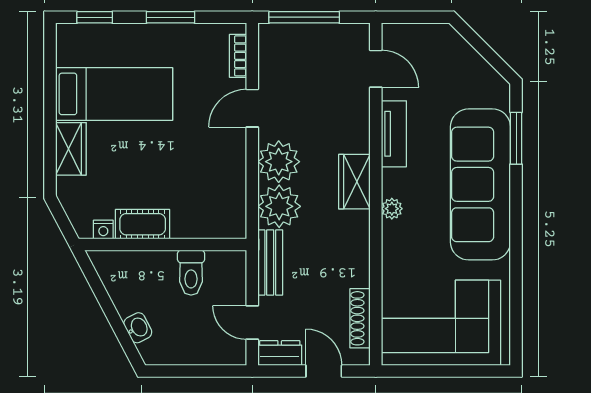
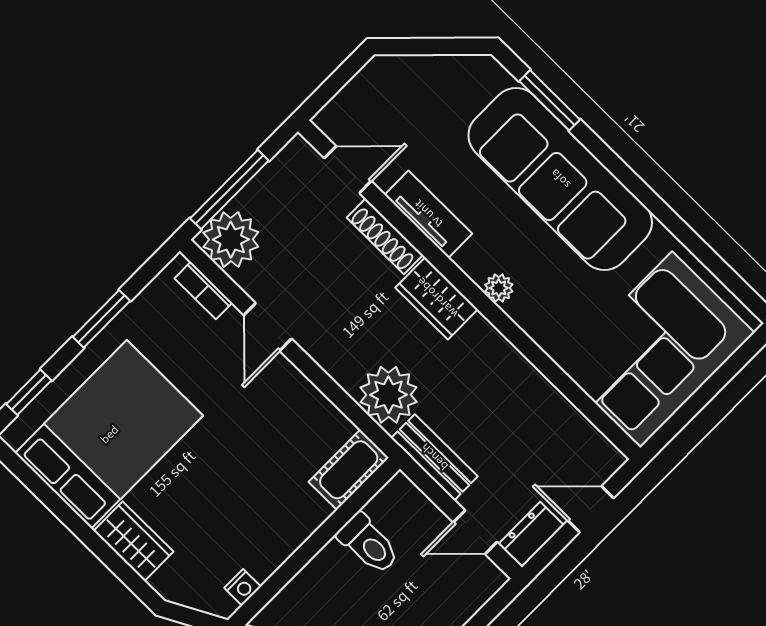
bed: (114, 94) -> (109, 434), width x1.50
plant: (279, 162) -> (231, 240), moved
cot: (143, 224) -> (349, 470), moved
shoe rack: (360, 318) -> (385, 236), moved

